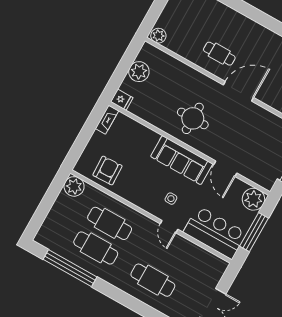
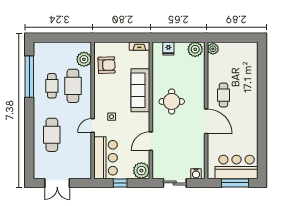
plant: (139, 72) -> (195, 49), moved
fridge: (122, 100) -> (168, 48), moved
sofa: (182, 160) -> (140, 90), moved
plant: (74, 186) -> (84, 59), moved
window: (254, 232) -> (120, 183), width x0.46
cafe table: (96, 248) -> (52, 86), width x0.73, depth x0.74

